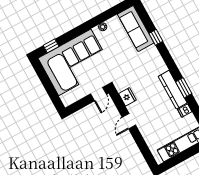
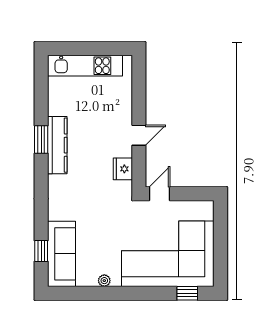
window: (156, 37) -> (41, 251), moved
dishwasher: (185, 111) -> (57, 108), removed

